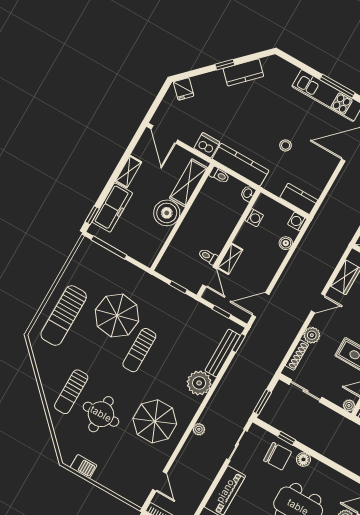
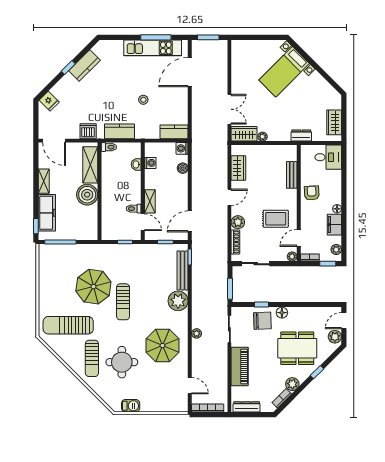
kitchen counter: (241, 165) -> (119, 131), width x0.67
washbasin: (248, 193) -> (136, 164), moved
sun lounger: (64, 316) -> (68, 325), moved, turned 90

